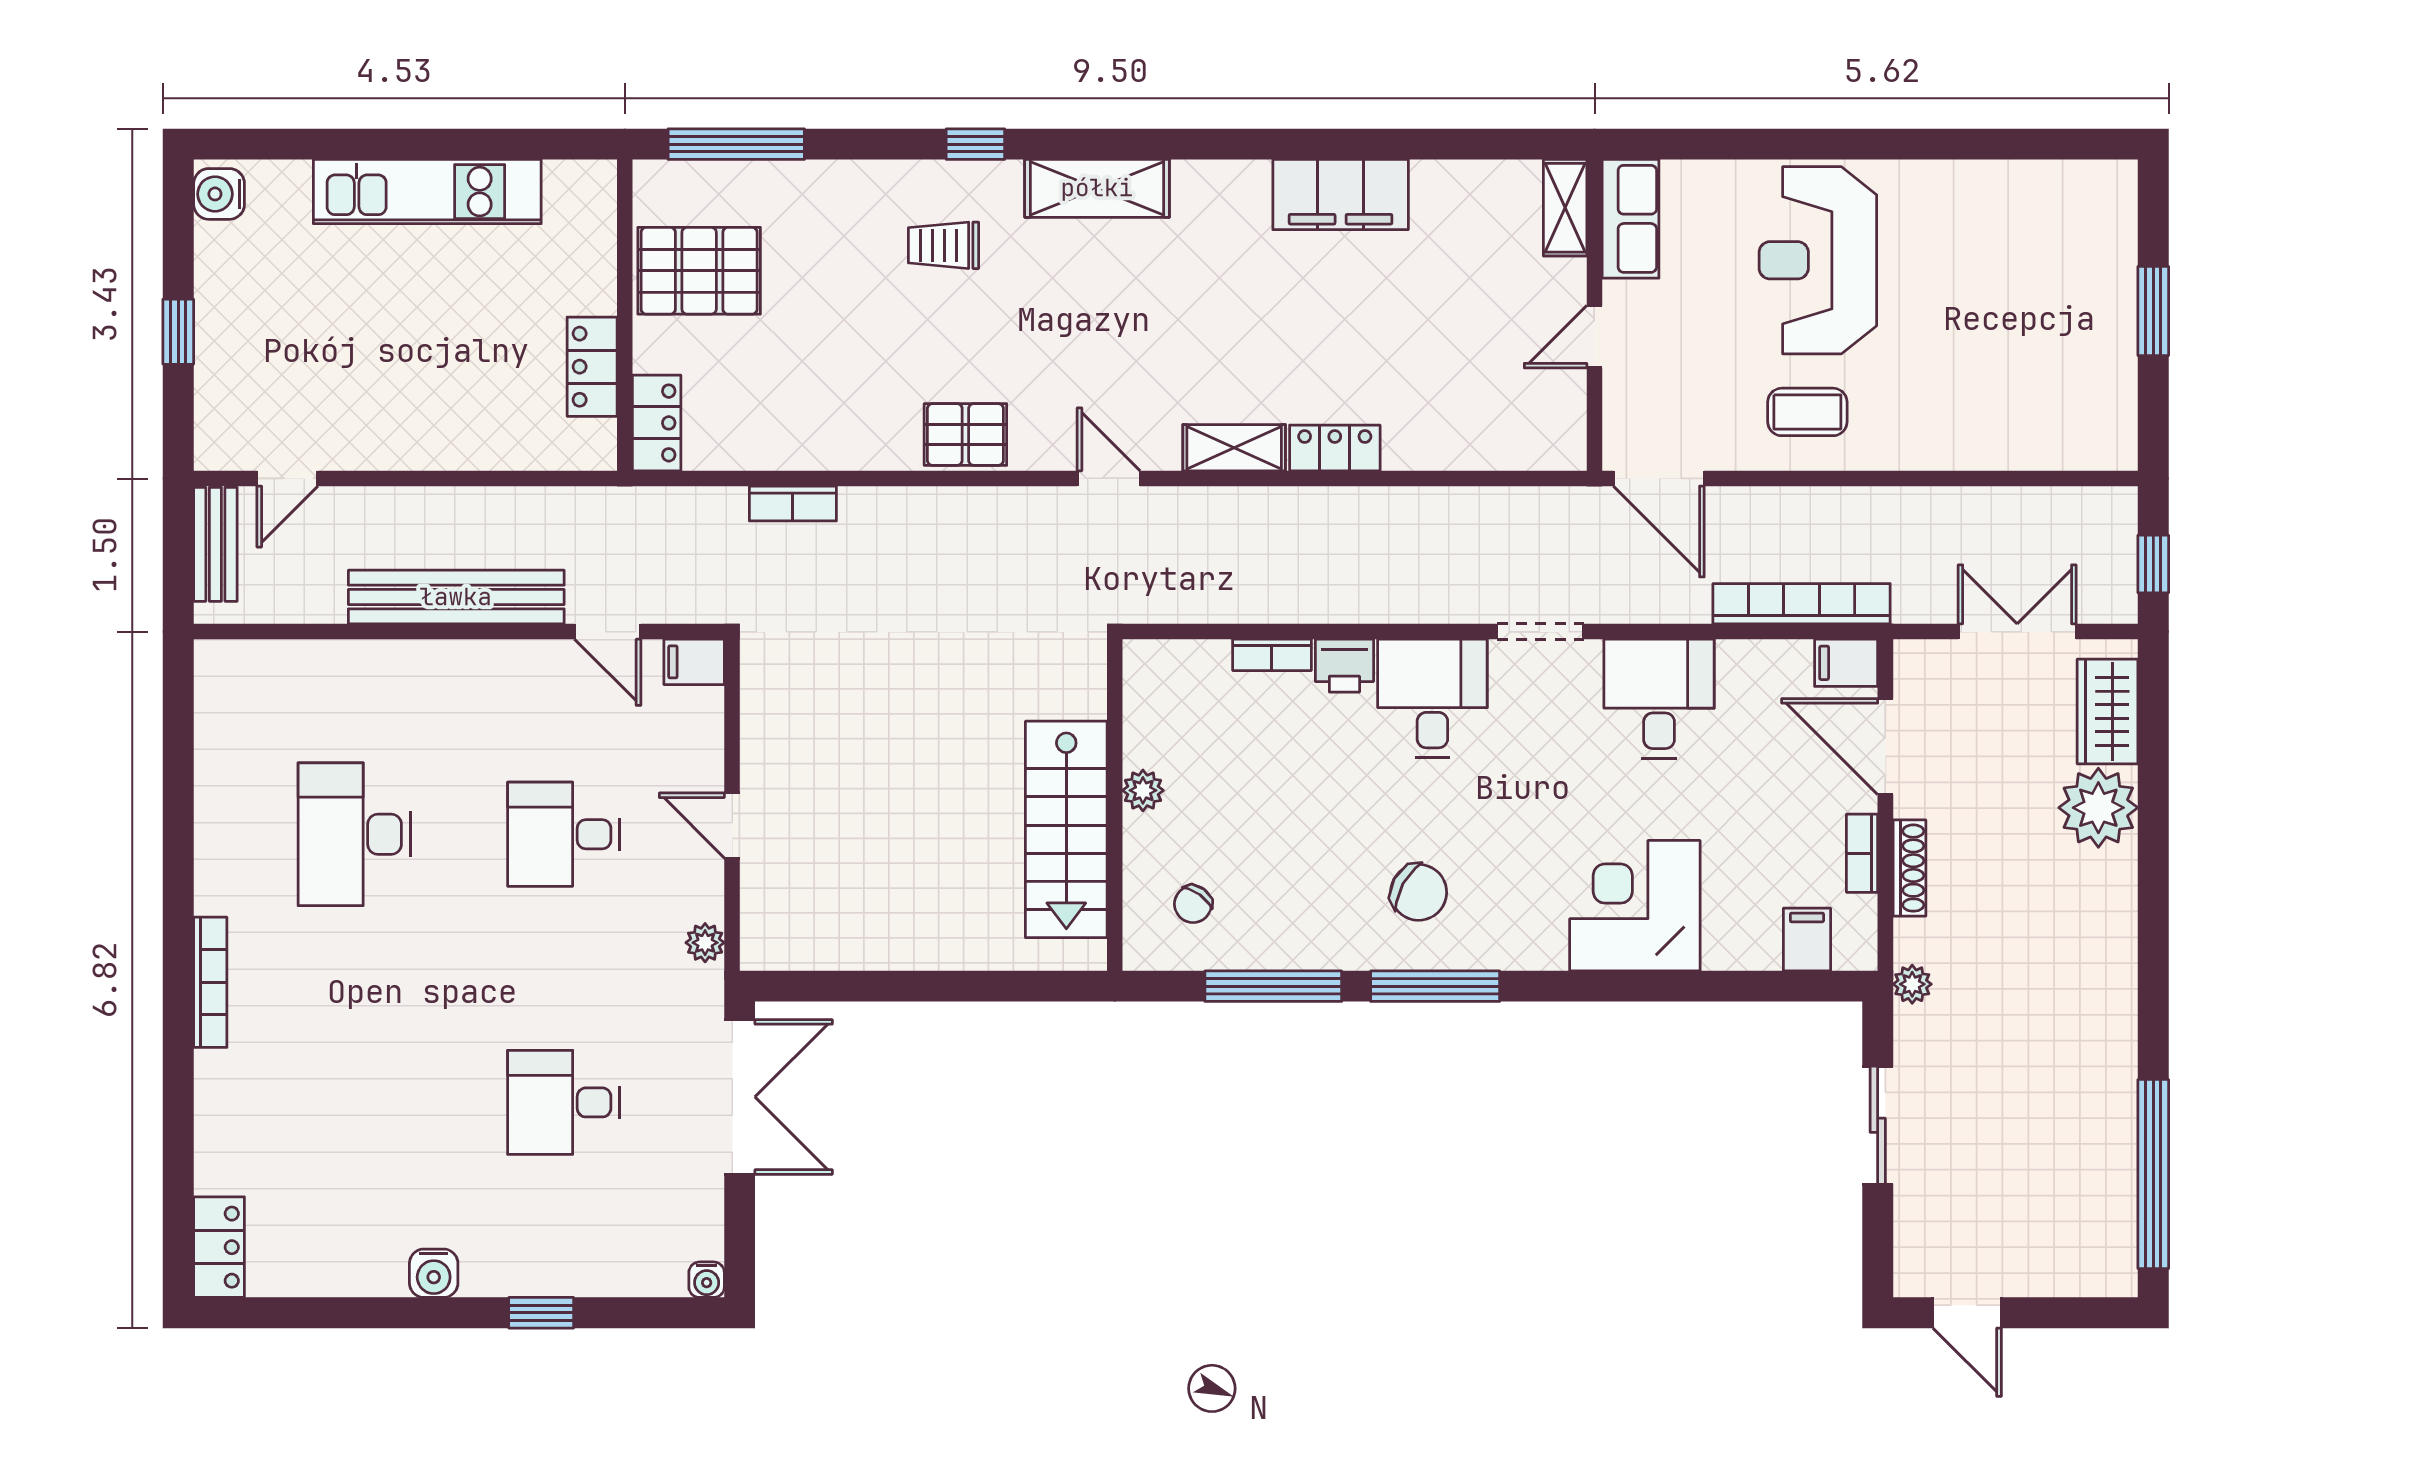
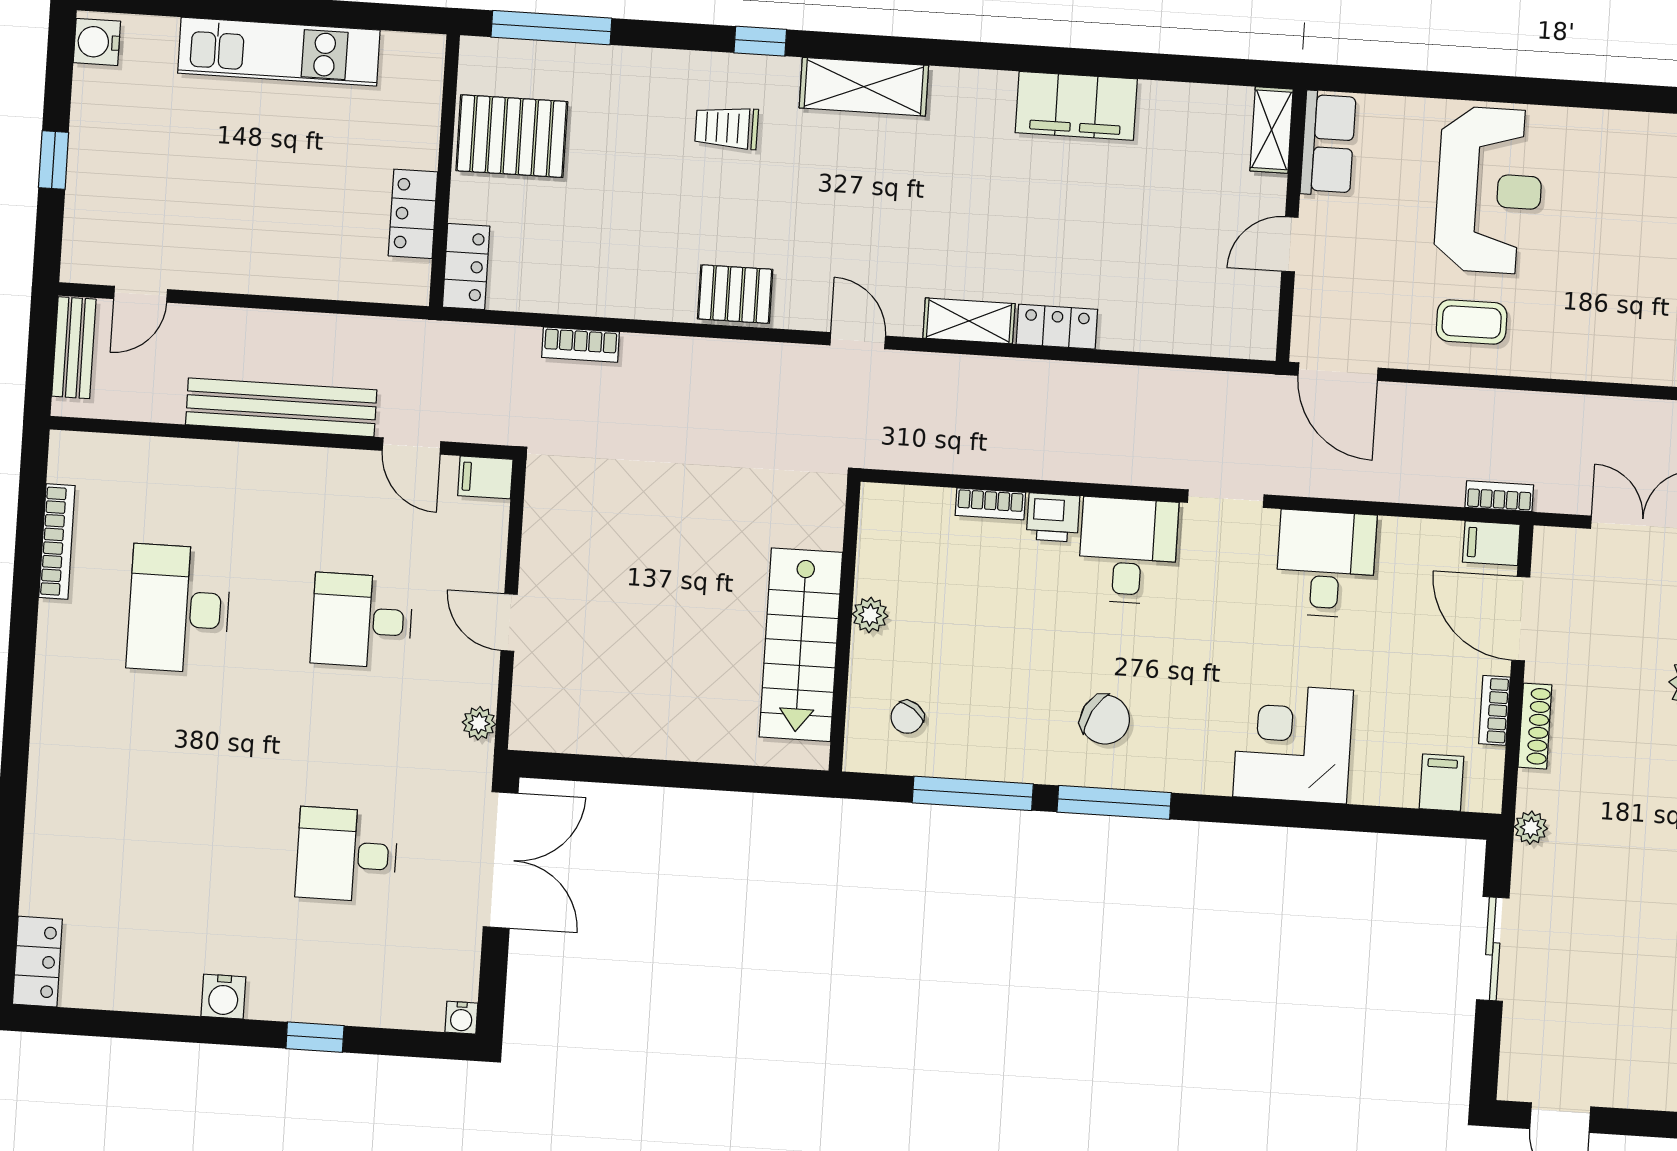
reception desk: (1818, 260) -> (1489, 190), turned 180
bookcase: (1802, 604) -> (1499, 496), width x0.43, depth x0.76
bookcase: (210, 982) -> (57, 541), moved

